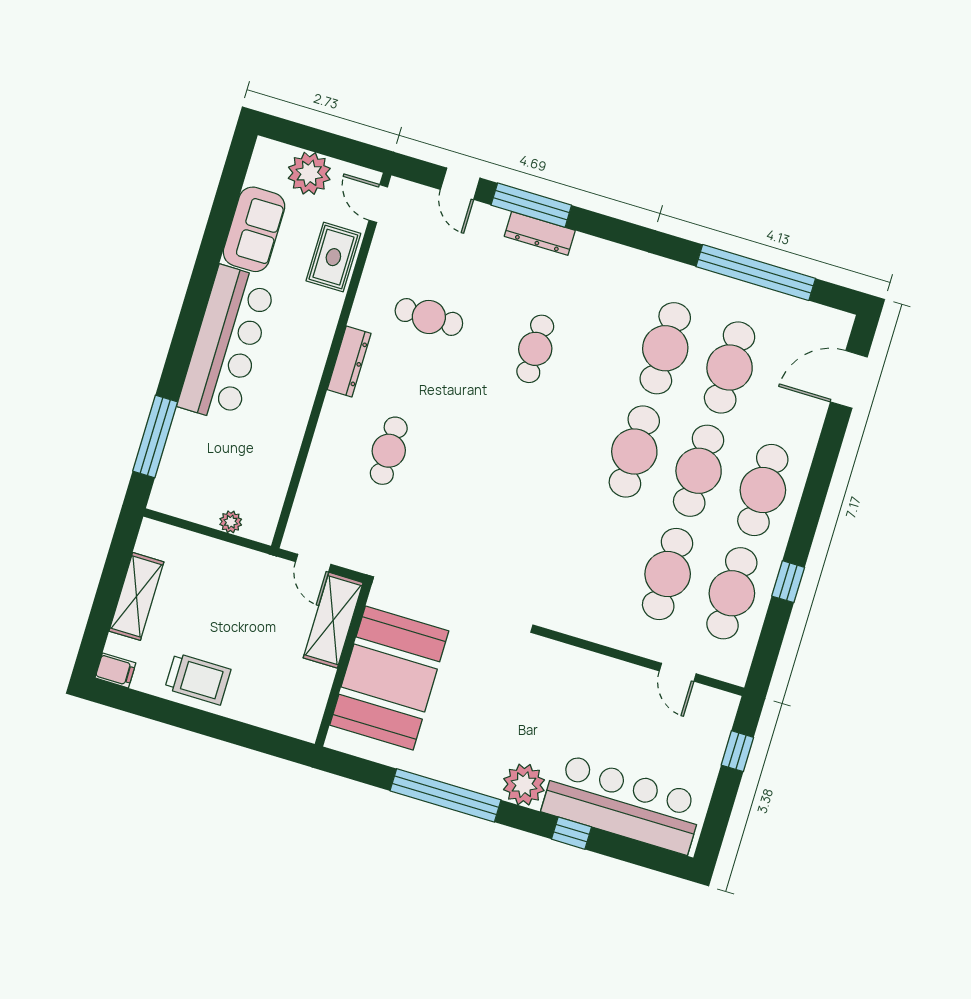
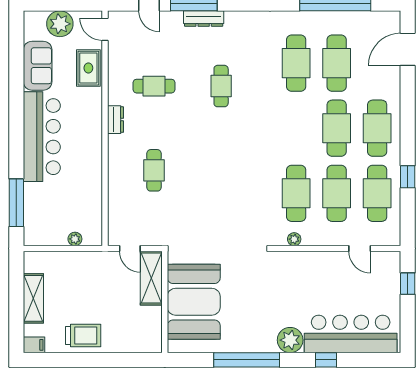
dresser: (349, 361) -> (116, 120), width x0.70
cafe table: (634, 451) -> (296, 193), moved
plant: (578, 627) -> (294, 239), added

